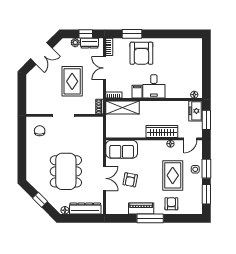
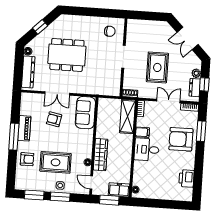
printer: (180, 45) -> (187, 178), added
rug: (72, 81) -> (157, 67), turned 90

